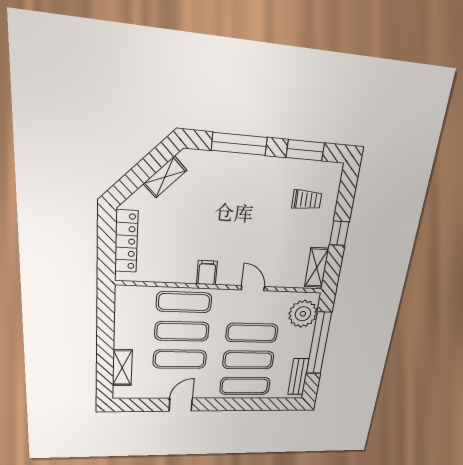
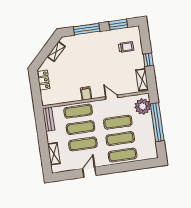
locker: (126, 241) -> (44, 80), width x0.66
bench: (298, 377) -> (49, 119), moved

